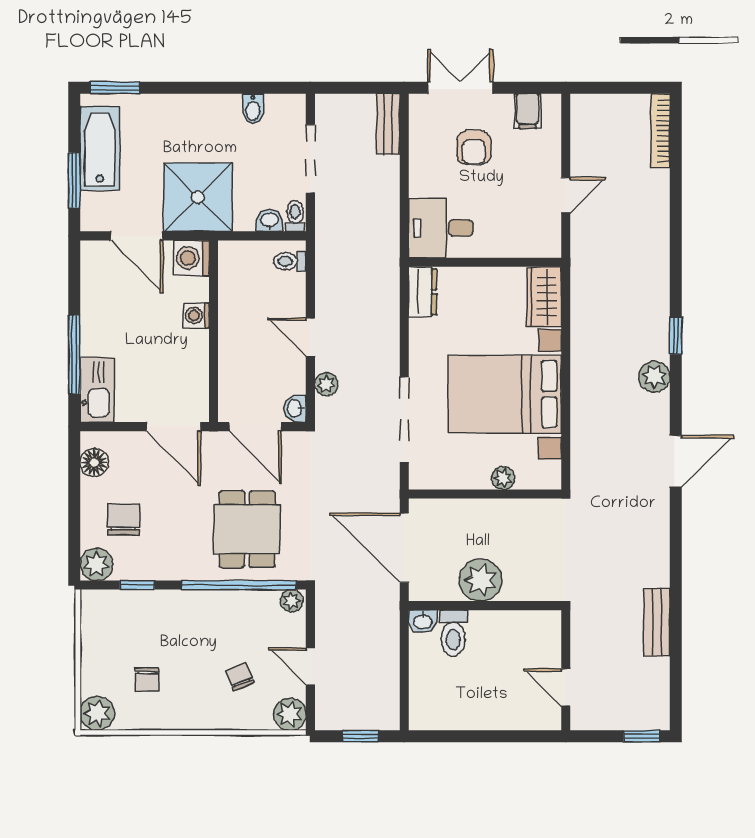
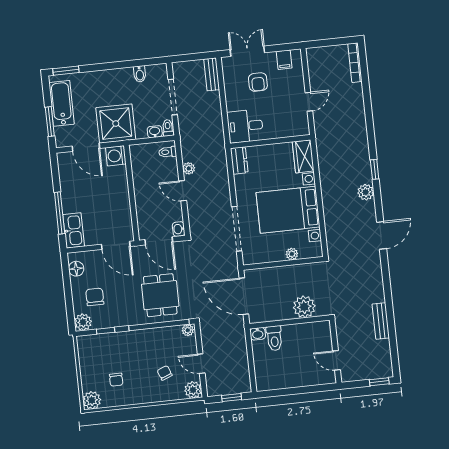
washing machine: (196, 315) -> (122, 186), removed
plant: (326, 384) -> (189, 168), moved
plant: (481, 580) -> (304, 307), moved

